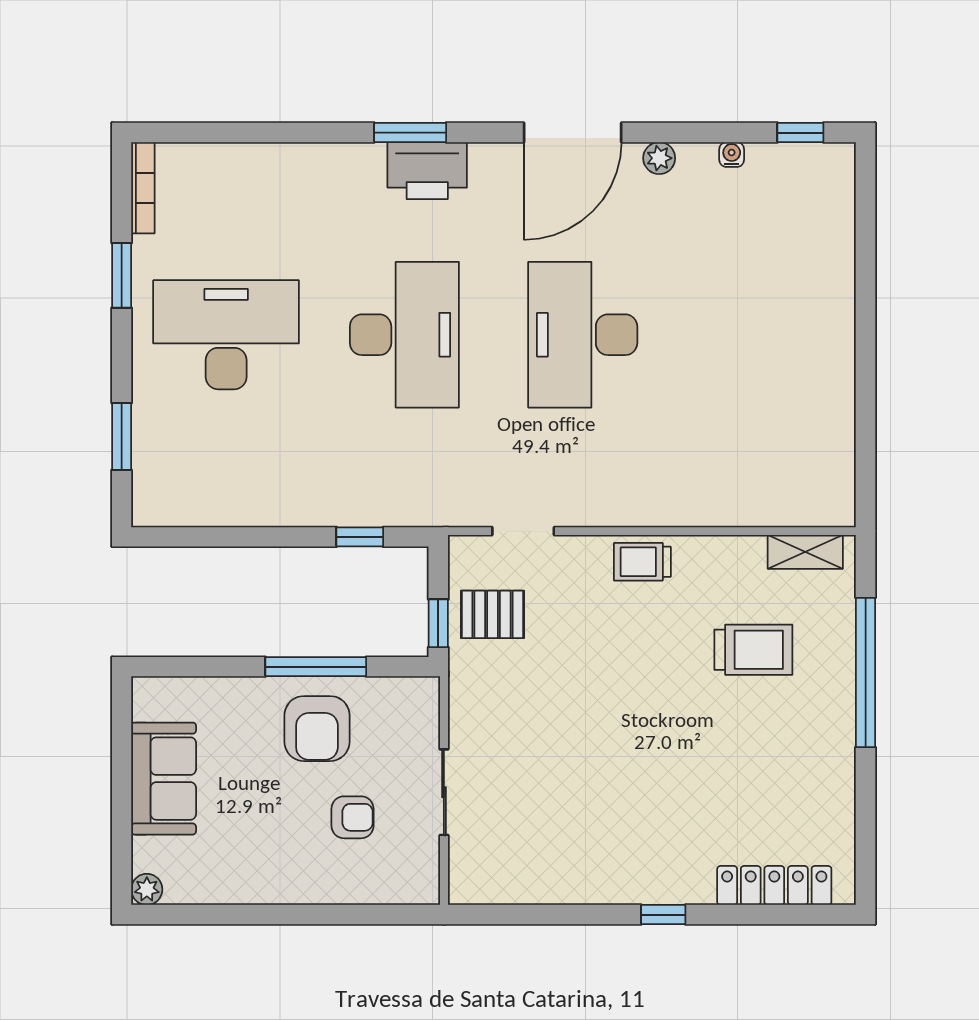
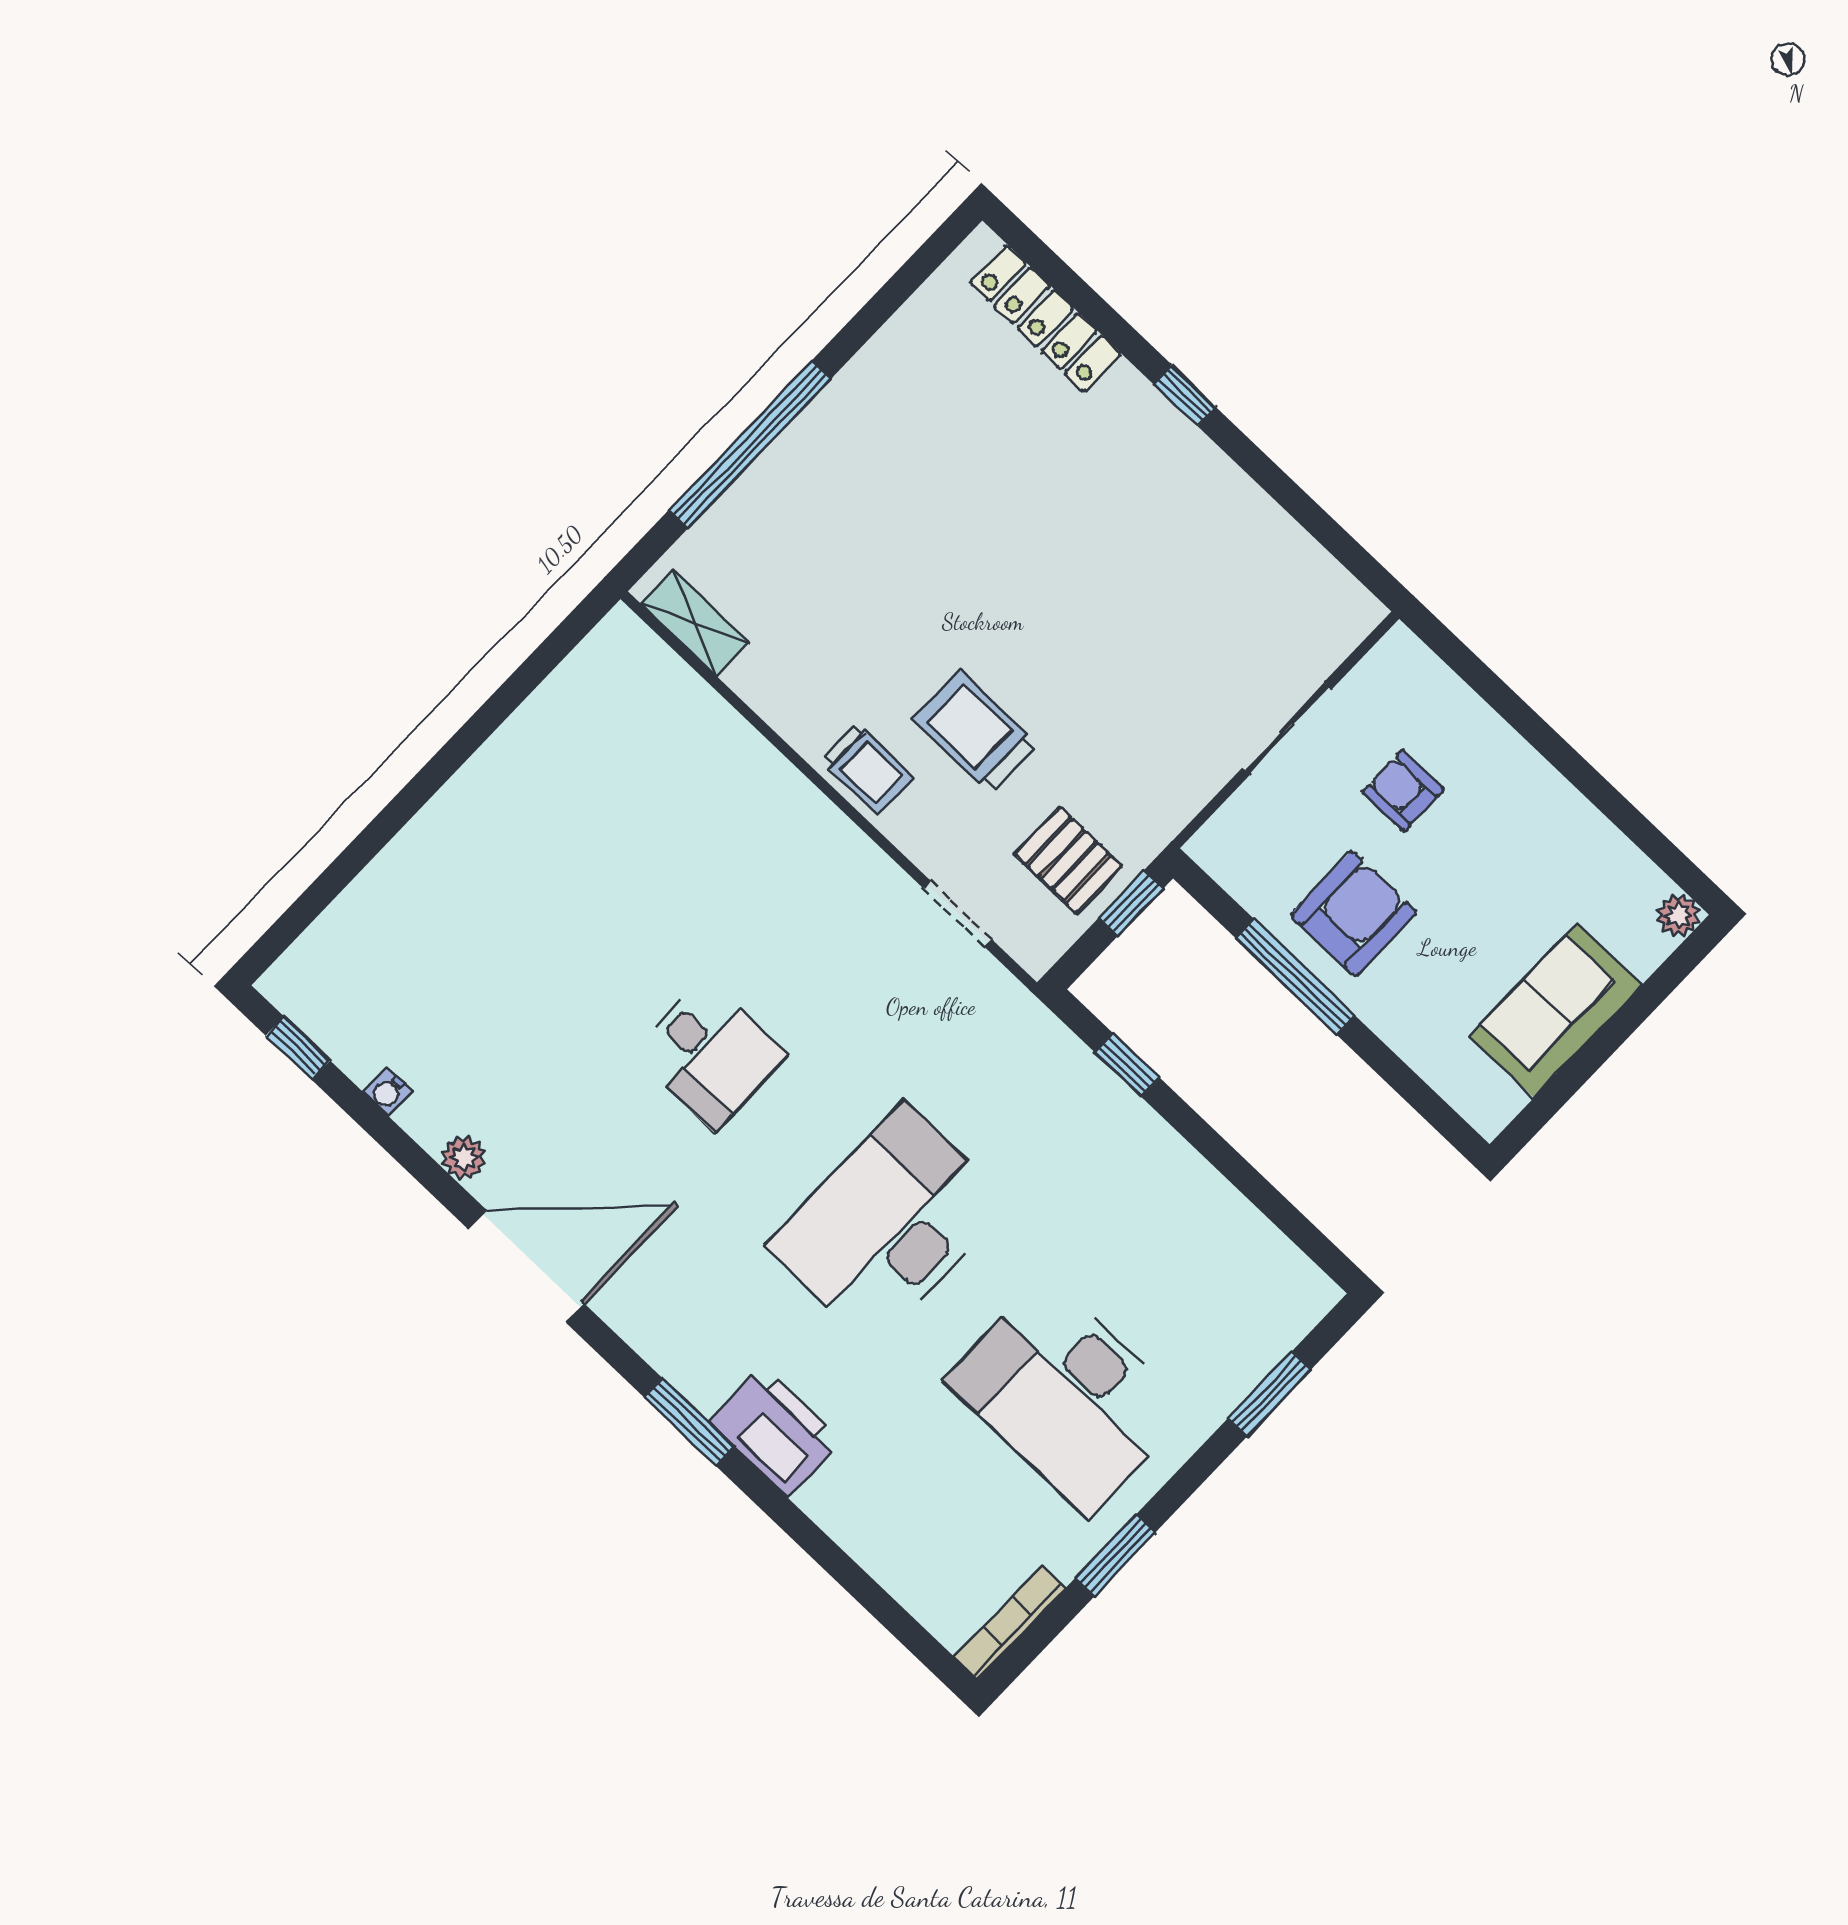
printer: (427, 171) -> (775, 1431), moved
desk: (583, 335) -> (710, 1054), width x0.53, depth x0.77
trolley: (753, 650) -> (975, 732), moved

